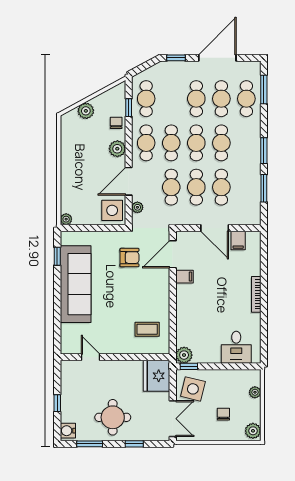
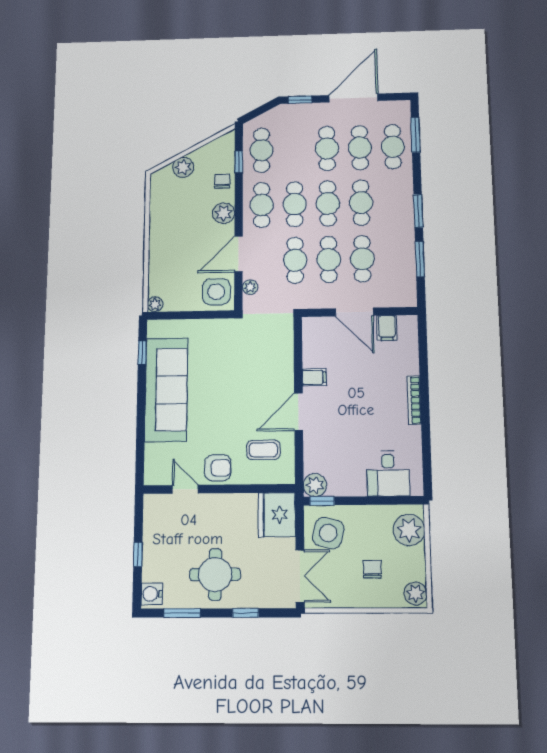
door: (173, 254) -> (299, 412), moved
armchair: (129, 258) -> (218, 468), moved
plant: (255, 392) -> (409, 530), width x1.88, depth x1.88

